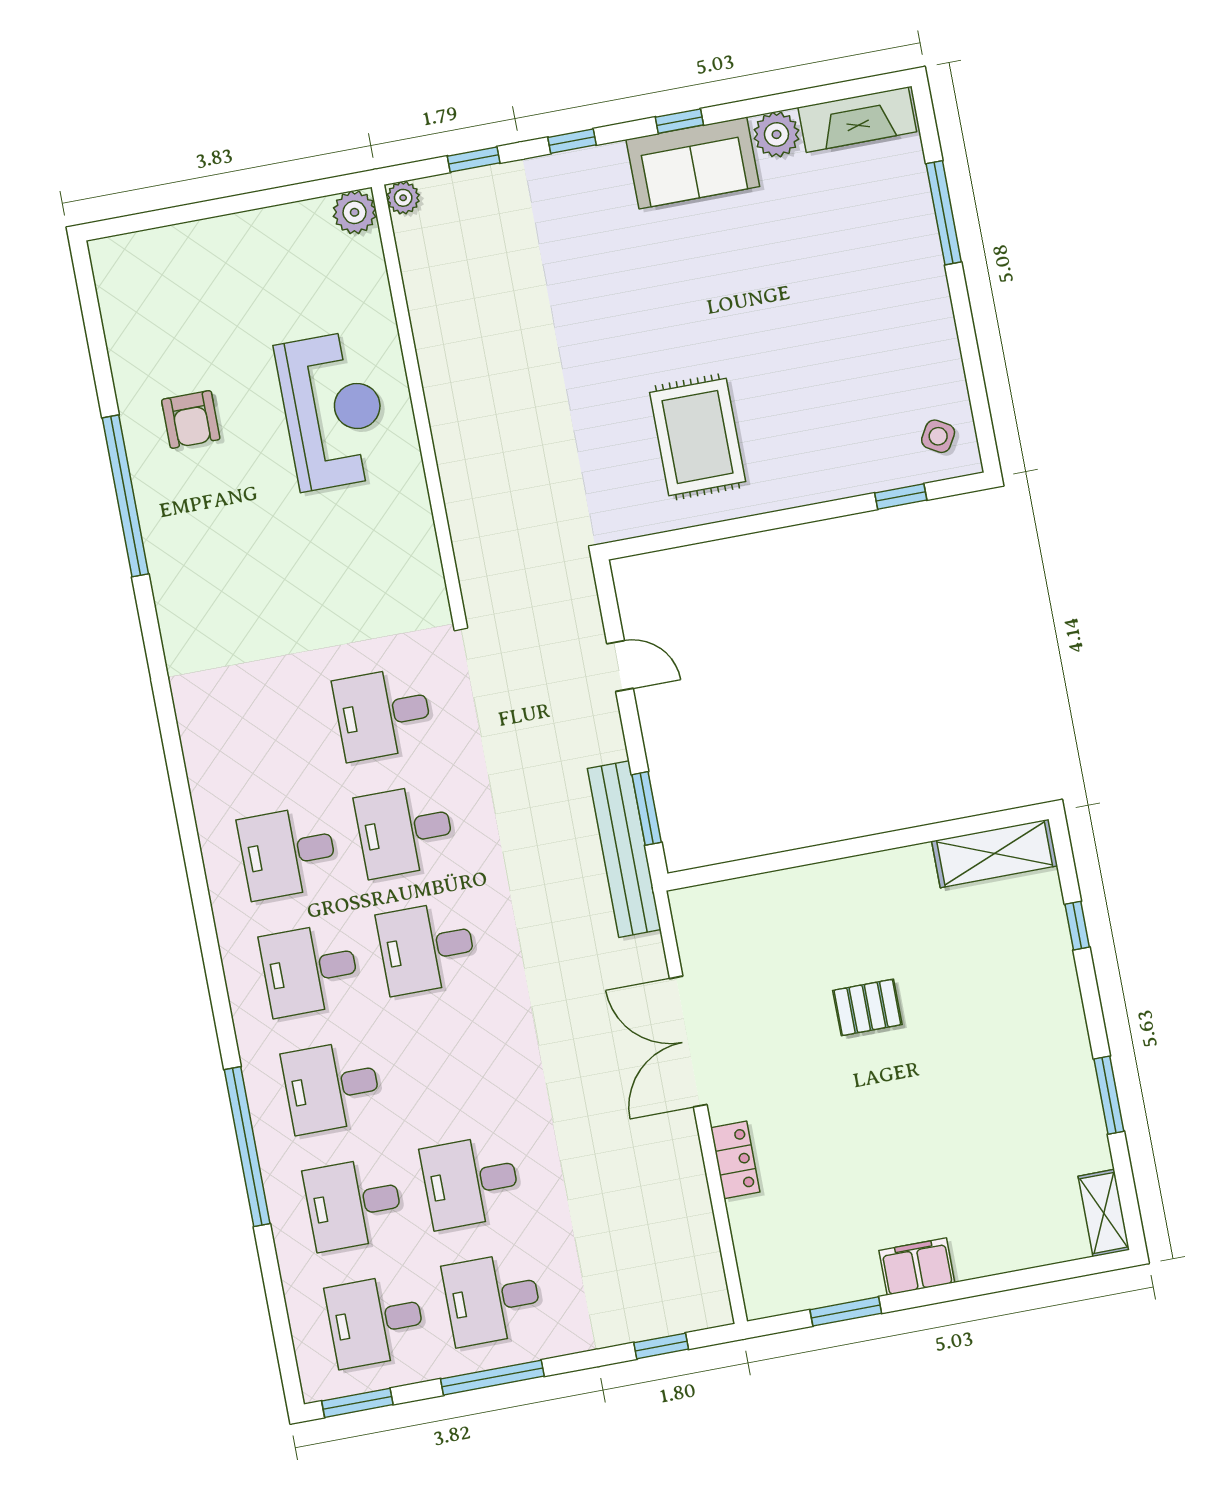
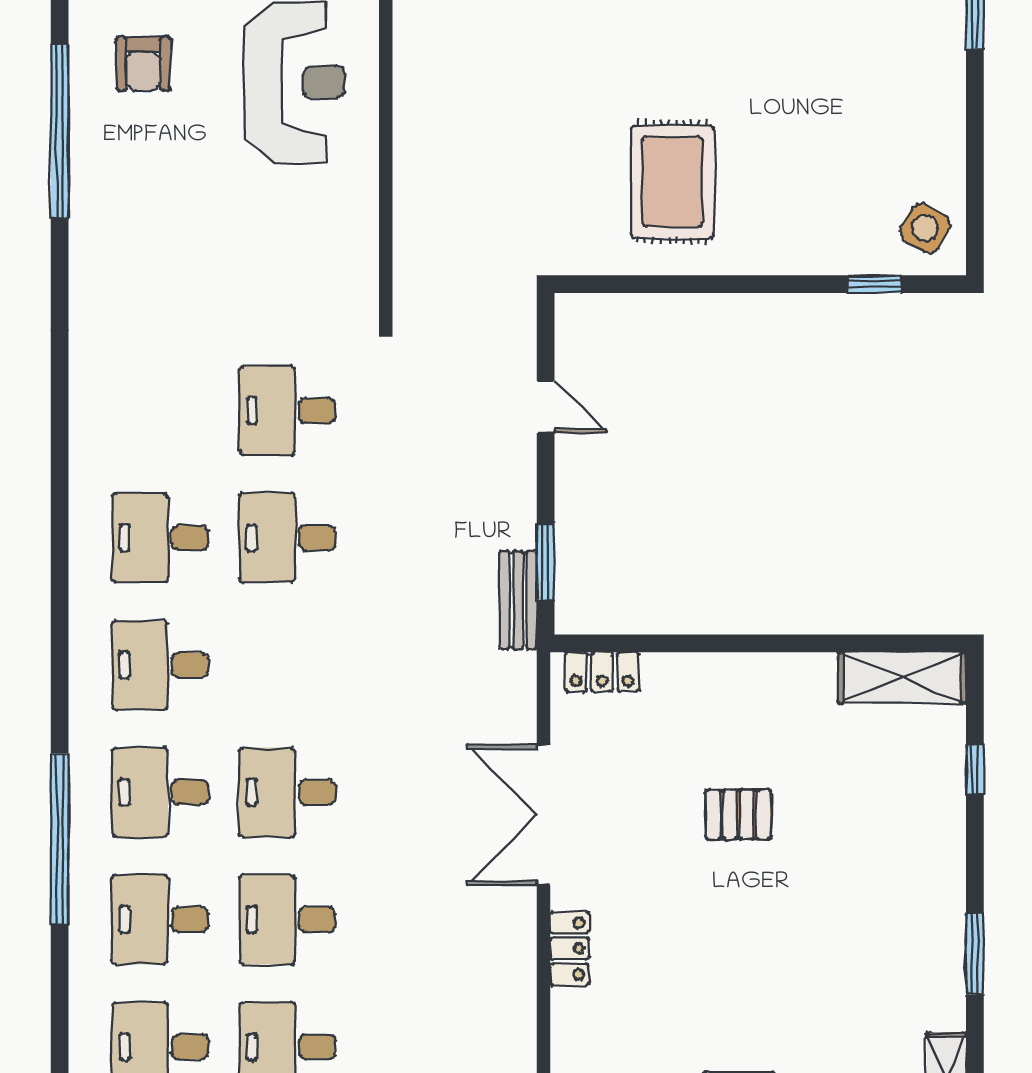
side table: (938, 436) -> (925, 228), width x1.37, depth x1.37
bench: (624, 849) -> (518, 600), width x0.54, depth x0.82
locker: (717, 900) -> (602, 672), added
desk: (427, 948) -> (287, 792), moved

